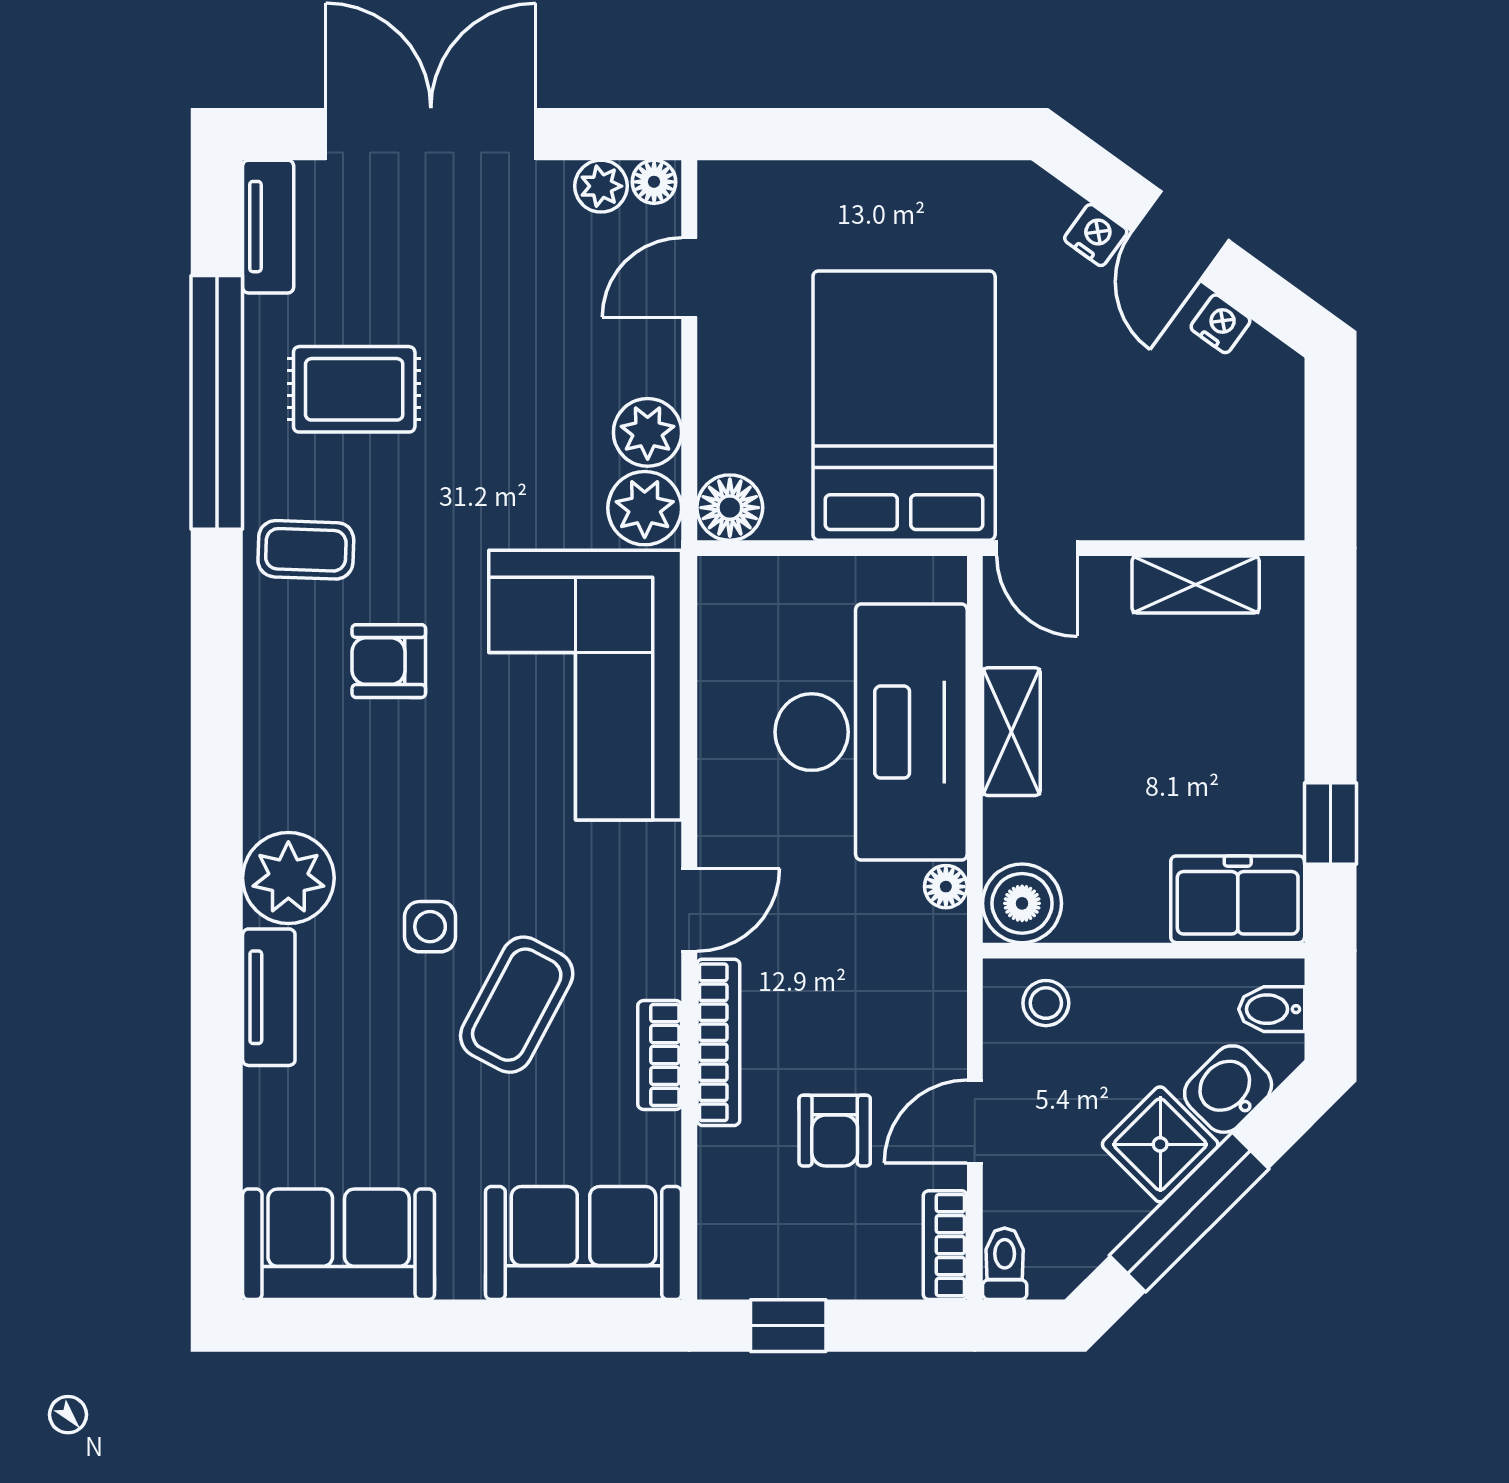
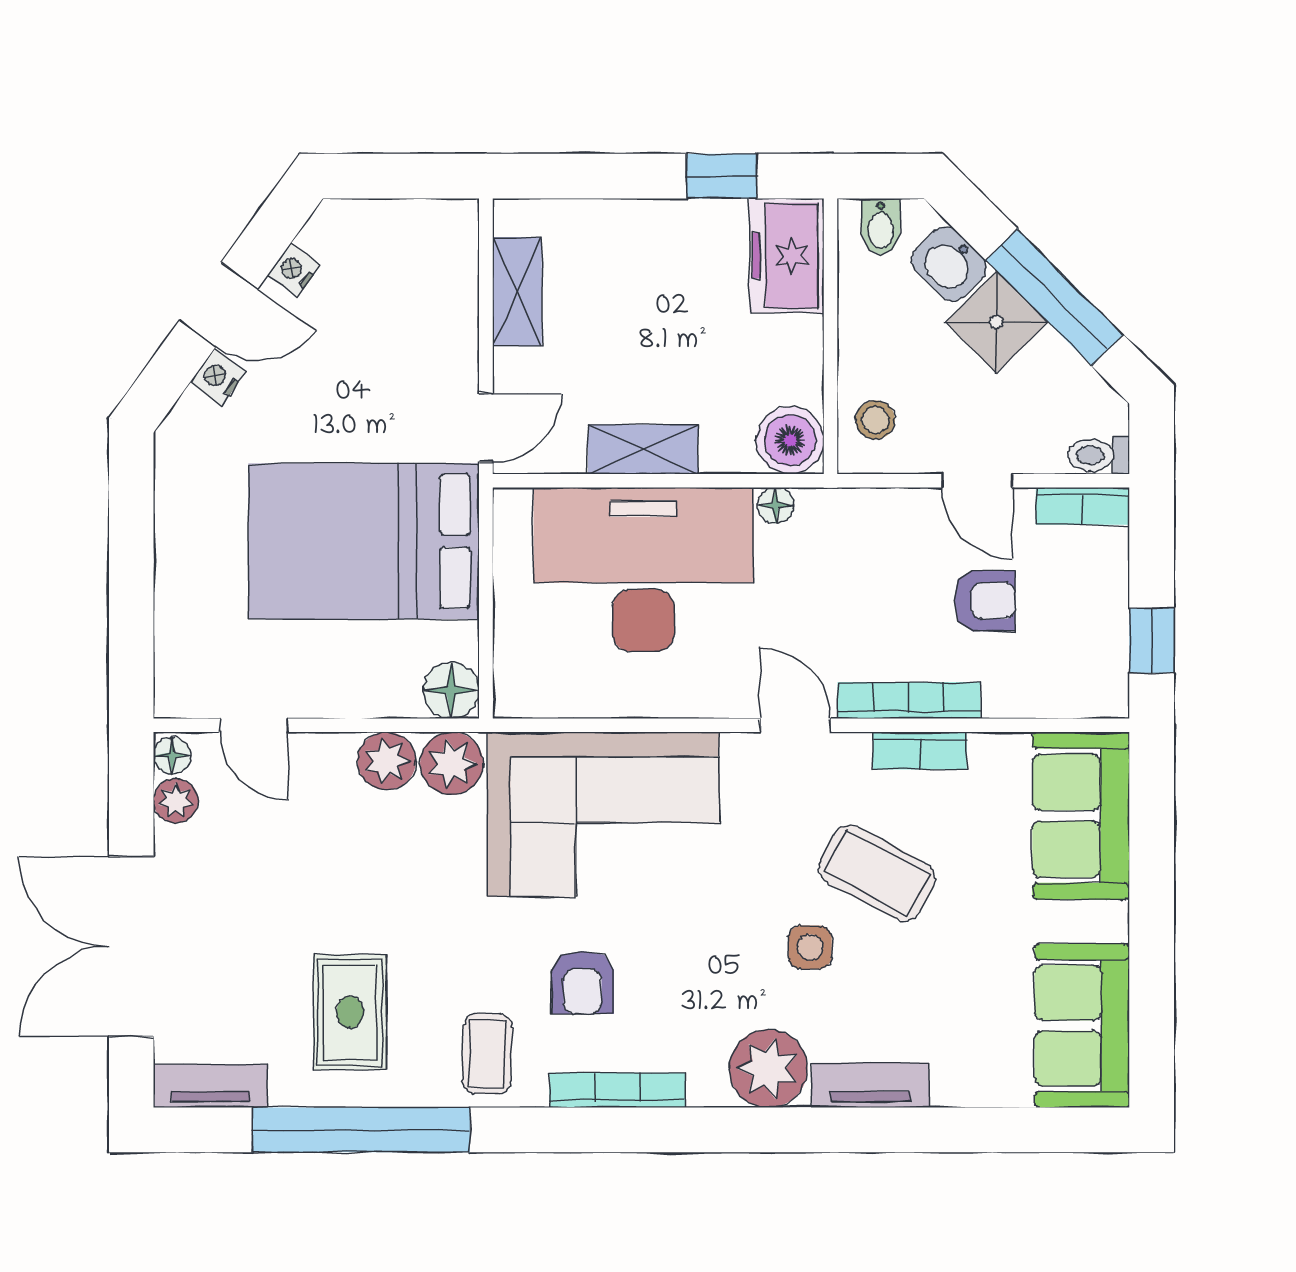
bookcase: (263, 702) -> (617, 1090), added

